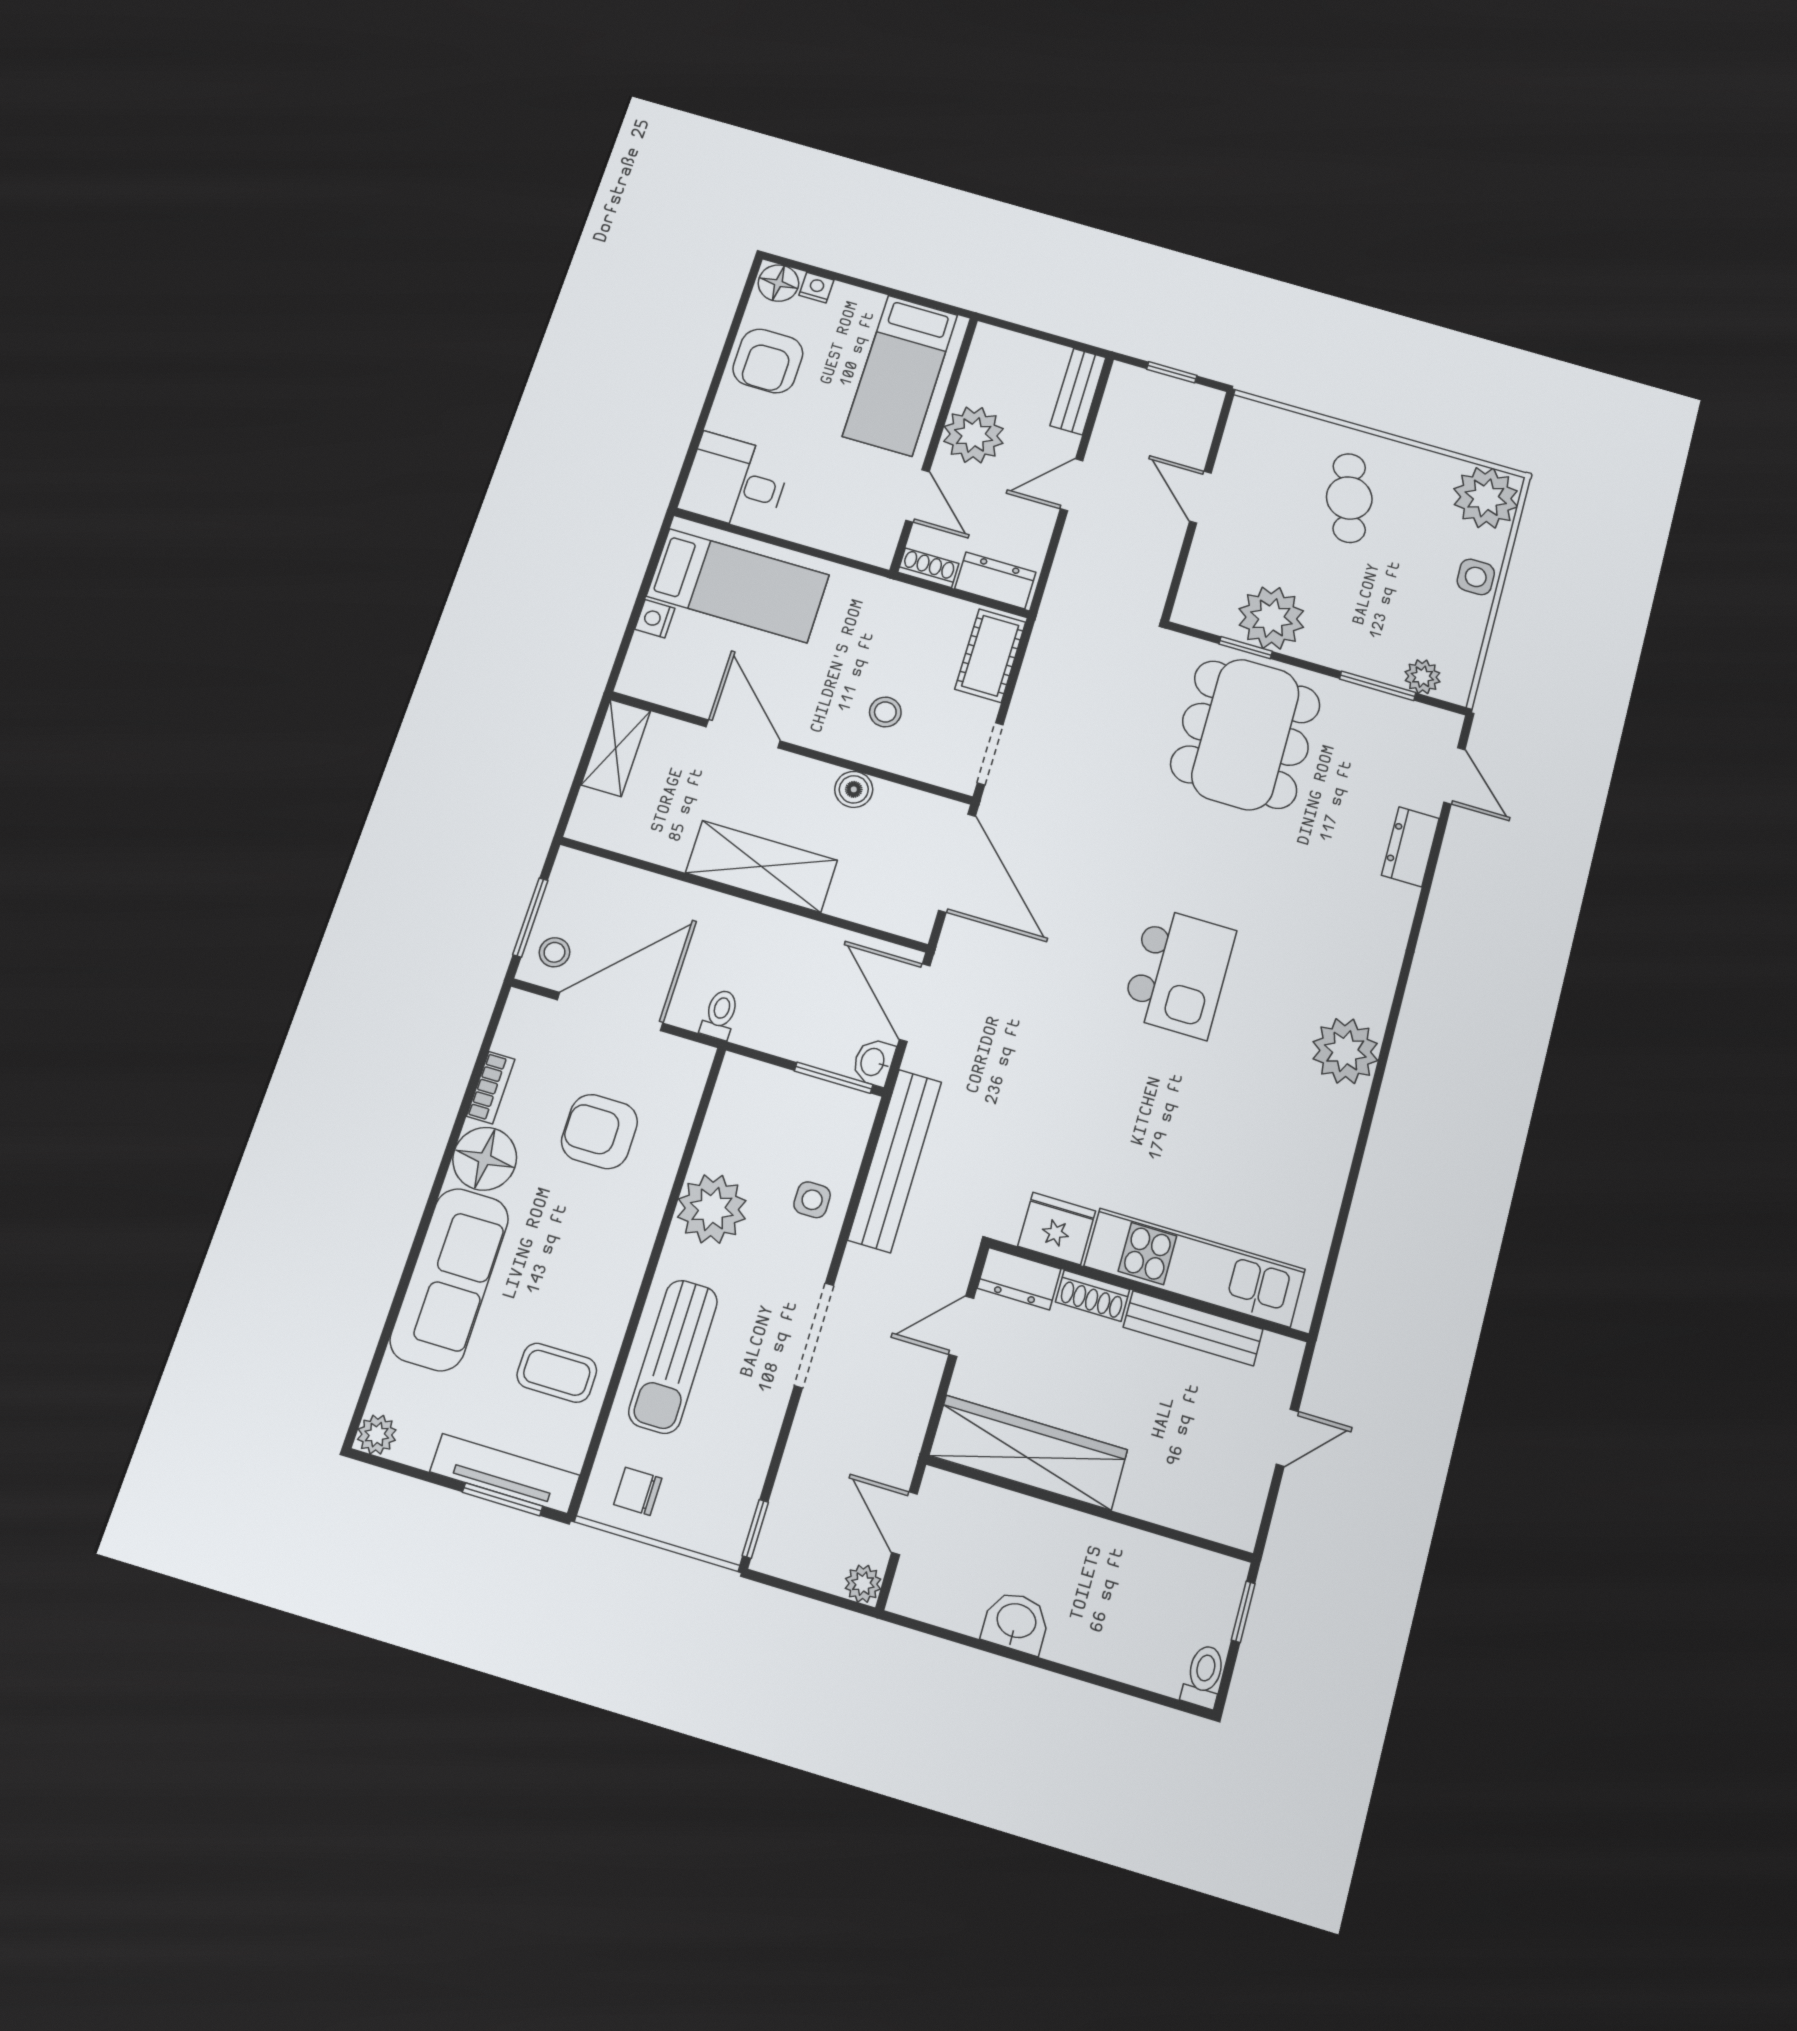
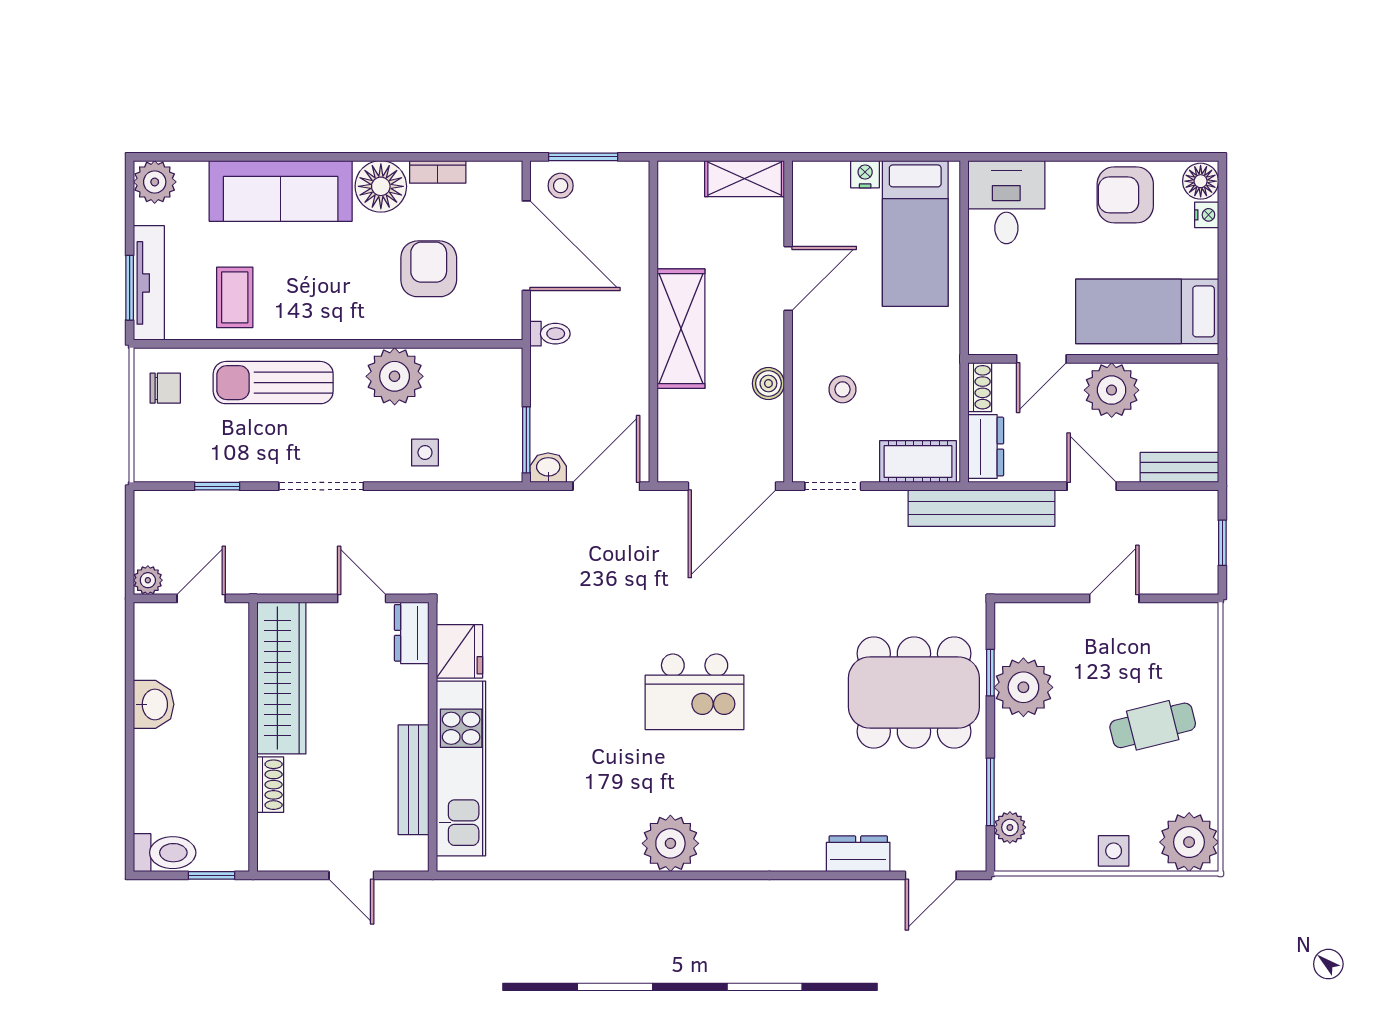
bench: (895, 1161) -> (981, 508), moved
shoe rack: (1093, 1296) -> (270, 785), moved, turned 180
plant: (377, 1435) -> (155, 182), width x1.38, depth x1.38
chair: (638, 1491) -> (165, 388), turned 90
window: (755, 1529) -> (217, 486), moved
toilet: (1204, 1676) -> (165, 853), width x1.37, depth x1.39

